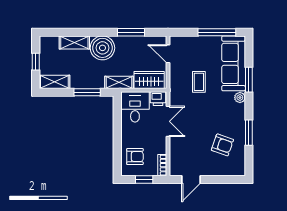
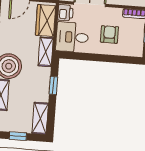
window: (87, 92) -> (53, 85), width x0.67
armchair: (135, 157) -> (109, 34), moved

